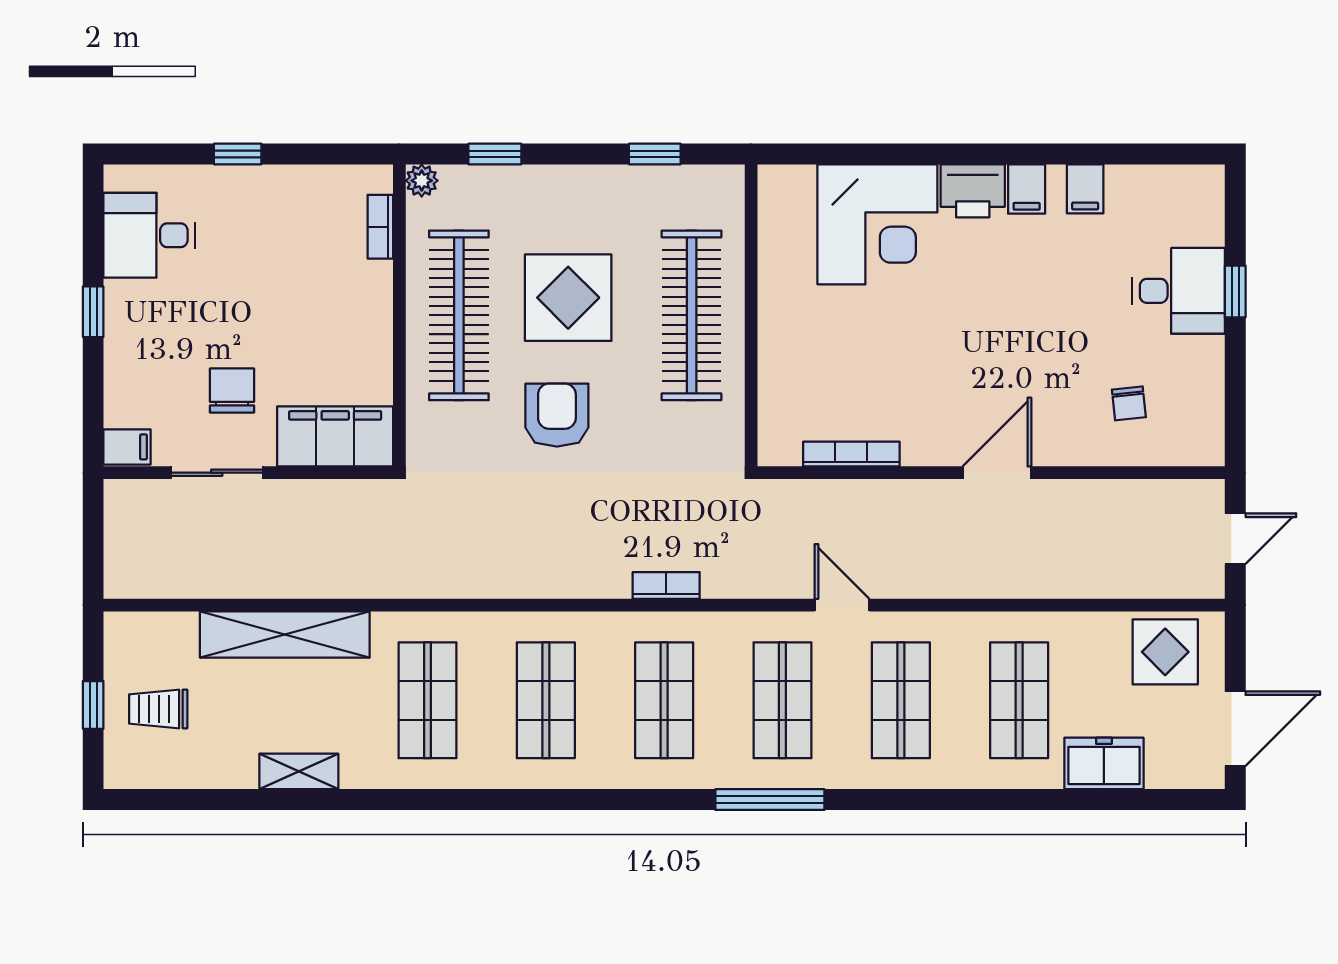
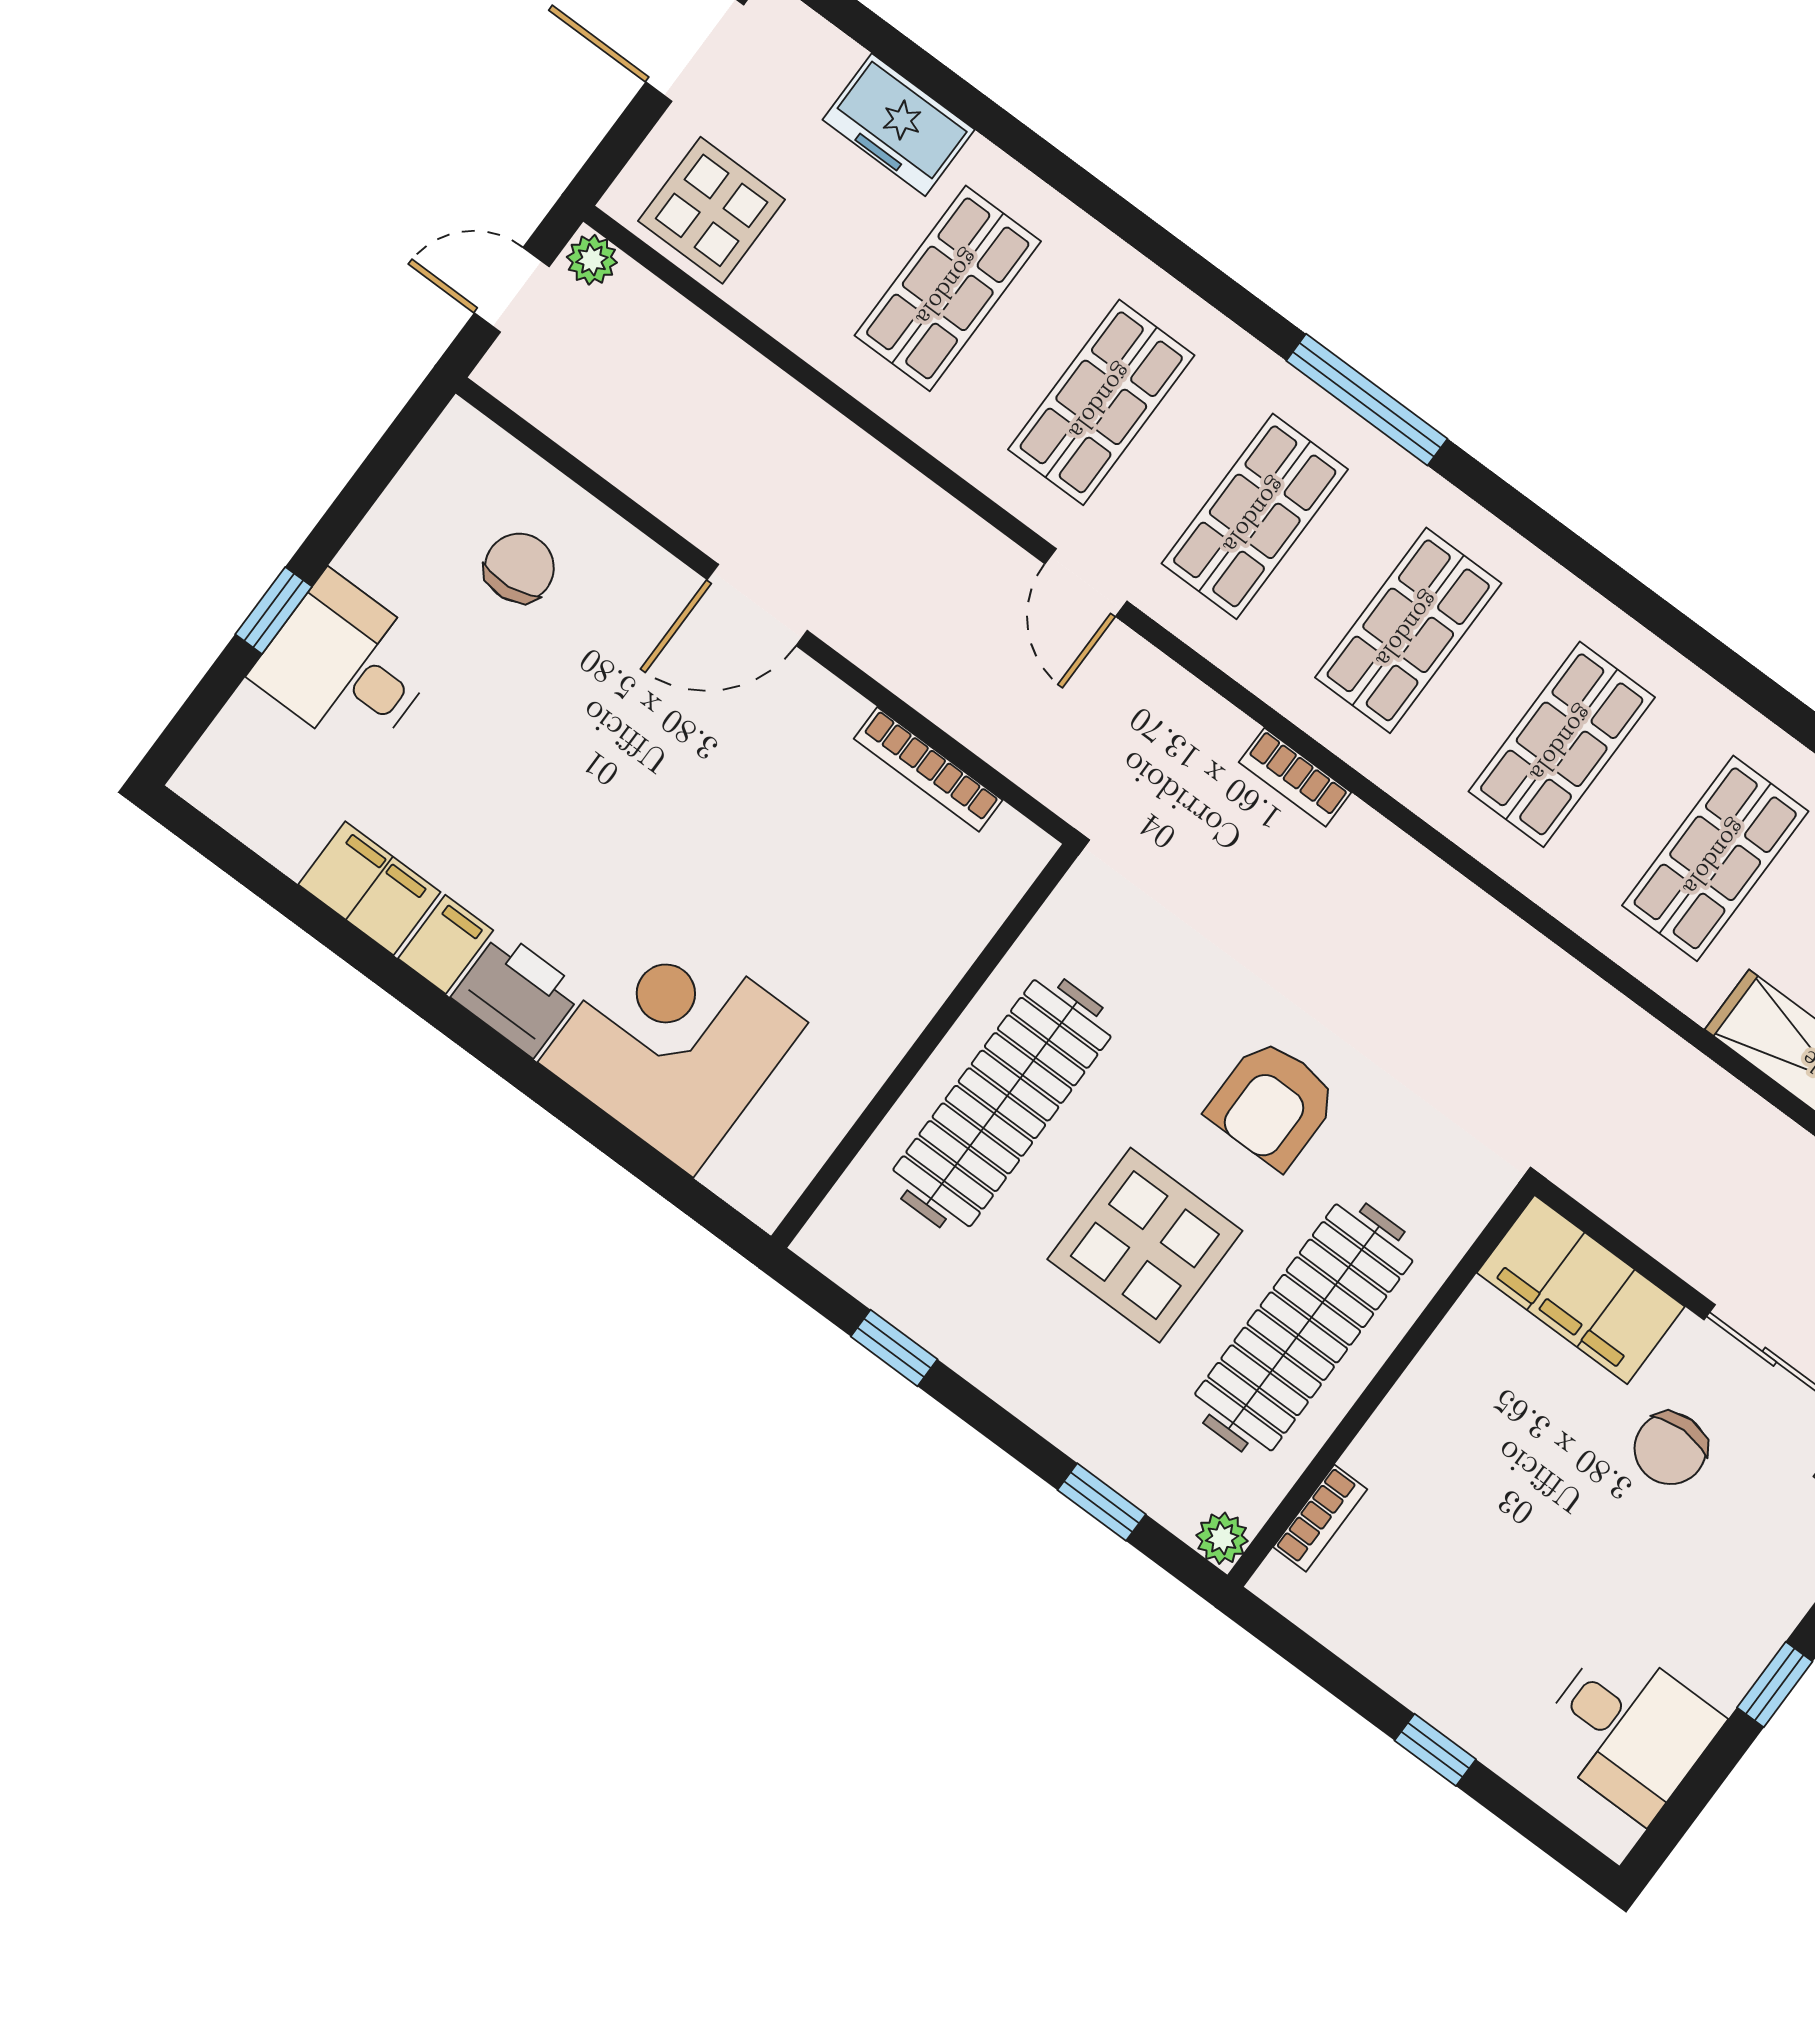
filing cabinet: (1085, 189) -> (369, 888), width x2.00
chair: (1129, 403) -> (519, 568), width x1.37, depth x1.37
plant: (1206, 583) -> (592, 260), added

